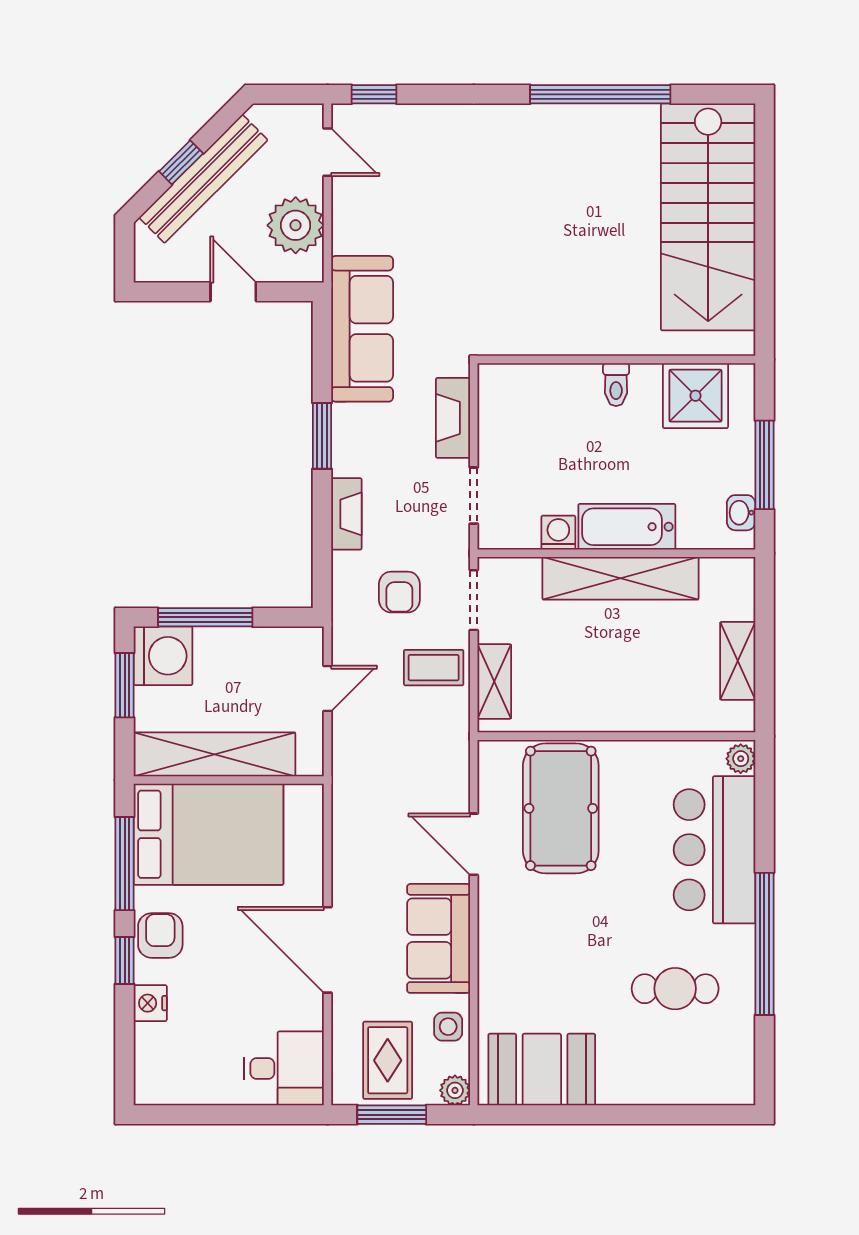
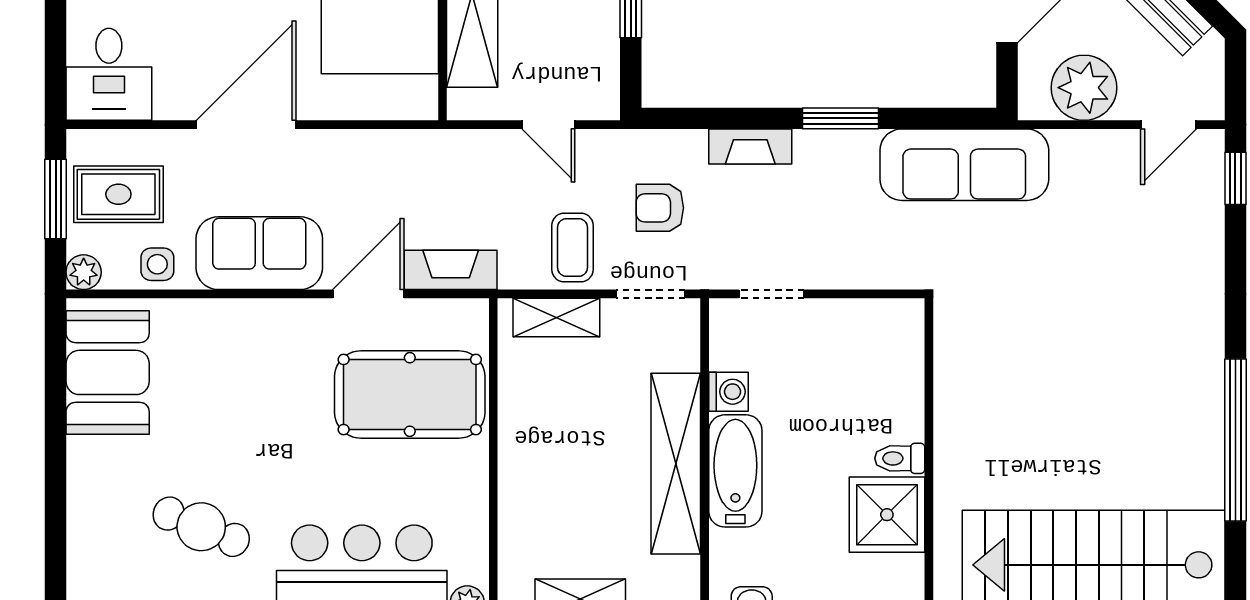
shower: (695, 396) -> (887, 515), moved
fireplace: (453, 418) -> (451, 270), moved
cafe table: (675, 989) -> (201, 527), turned -68

